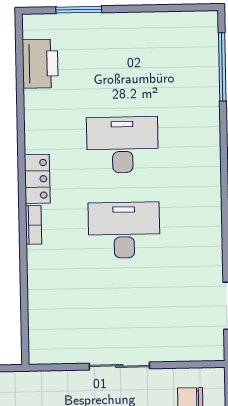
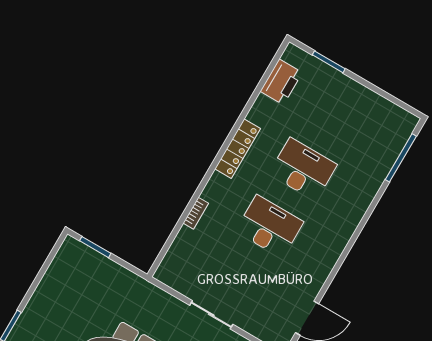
locker: (37, 179) -> (238, 149), width x1.53
bookcase: (33, 225) -> (196, 213), moved

